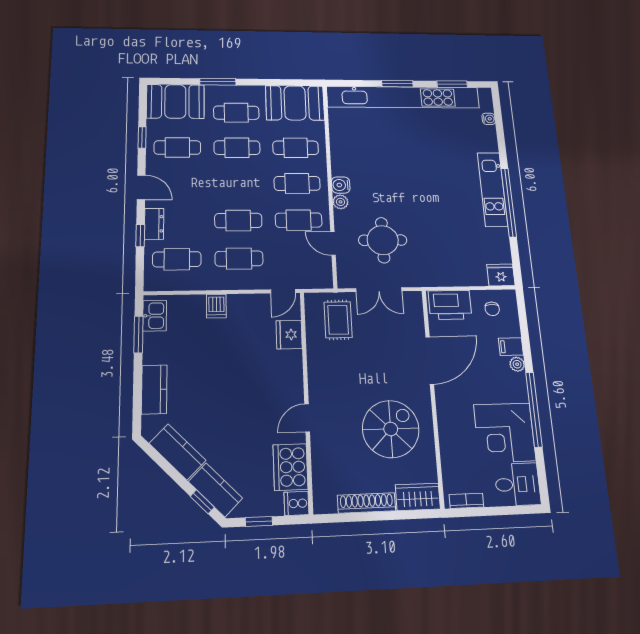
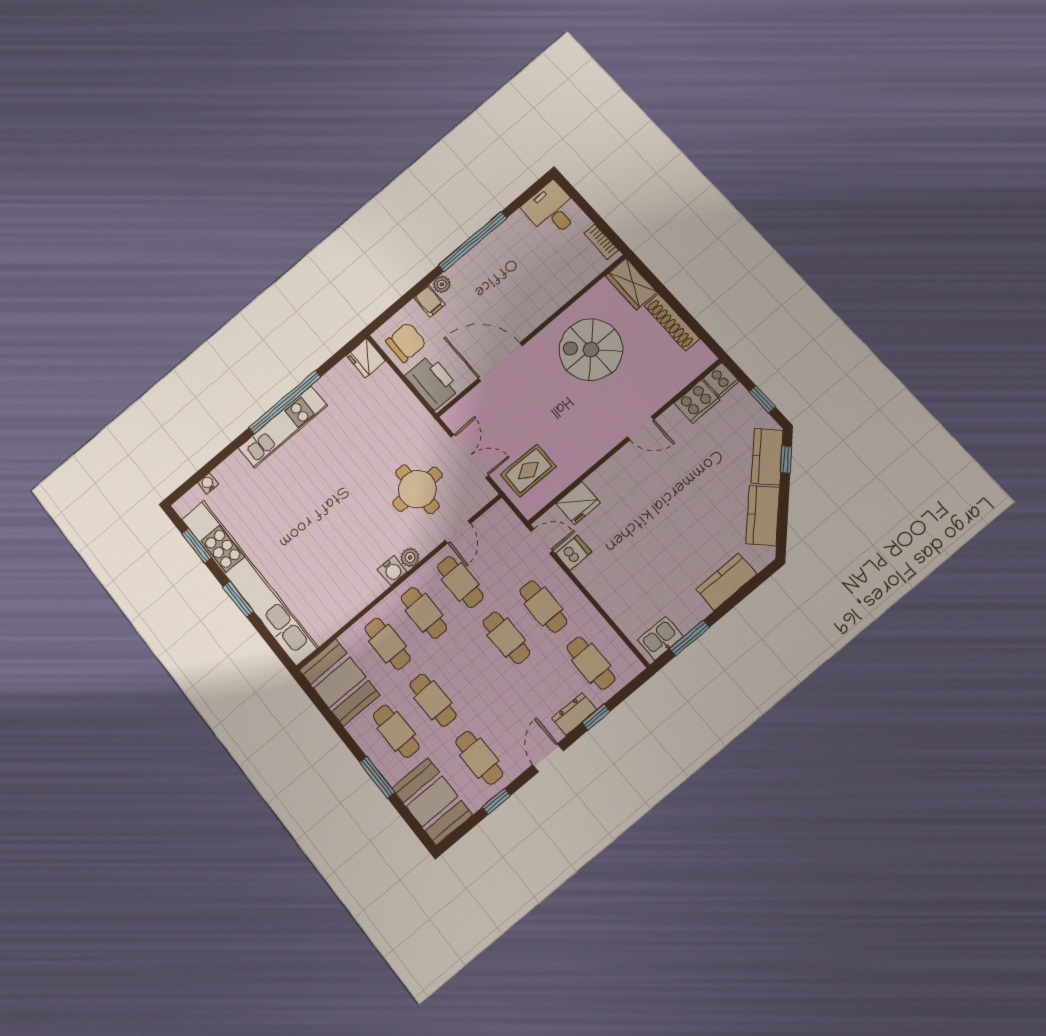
dishwasher: (216, 306) -> (574, 553), moved
chair: (492, 309) -> (406, 342), width x1.87, depth x1.87
corner desk: (505, 433) -> (514, 252), removed
cooker: (290, 467) -> (697, 401), width x0.73, depth x0.76

